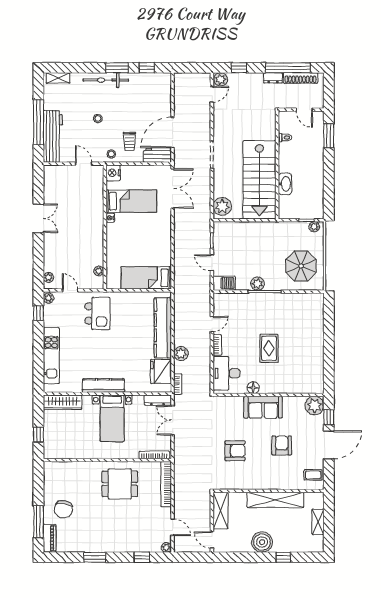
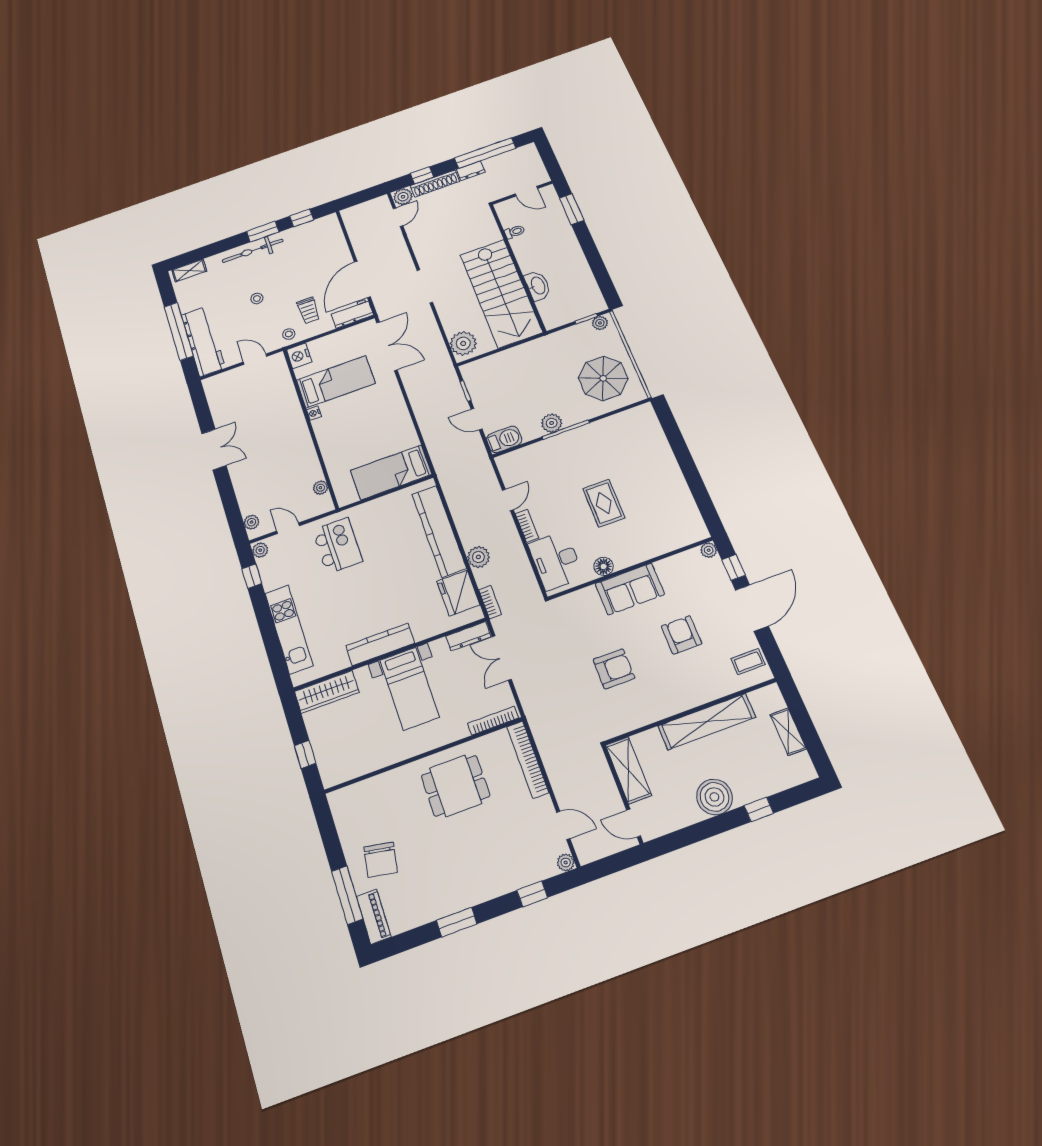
shoe rack: (301, 78) -> (435, 184), moved
plant: (314, 406) -> (709, 550), width x0.53, depth x0.53

